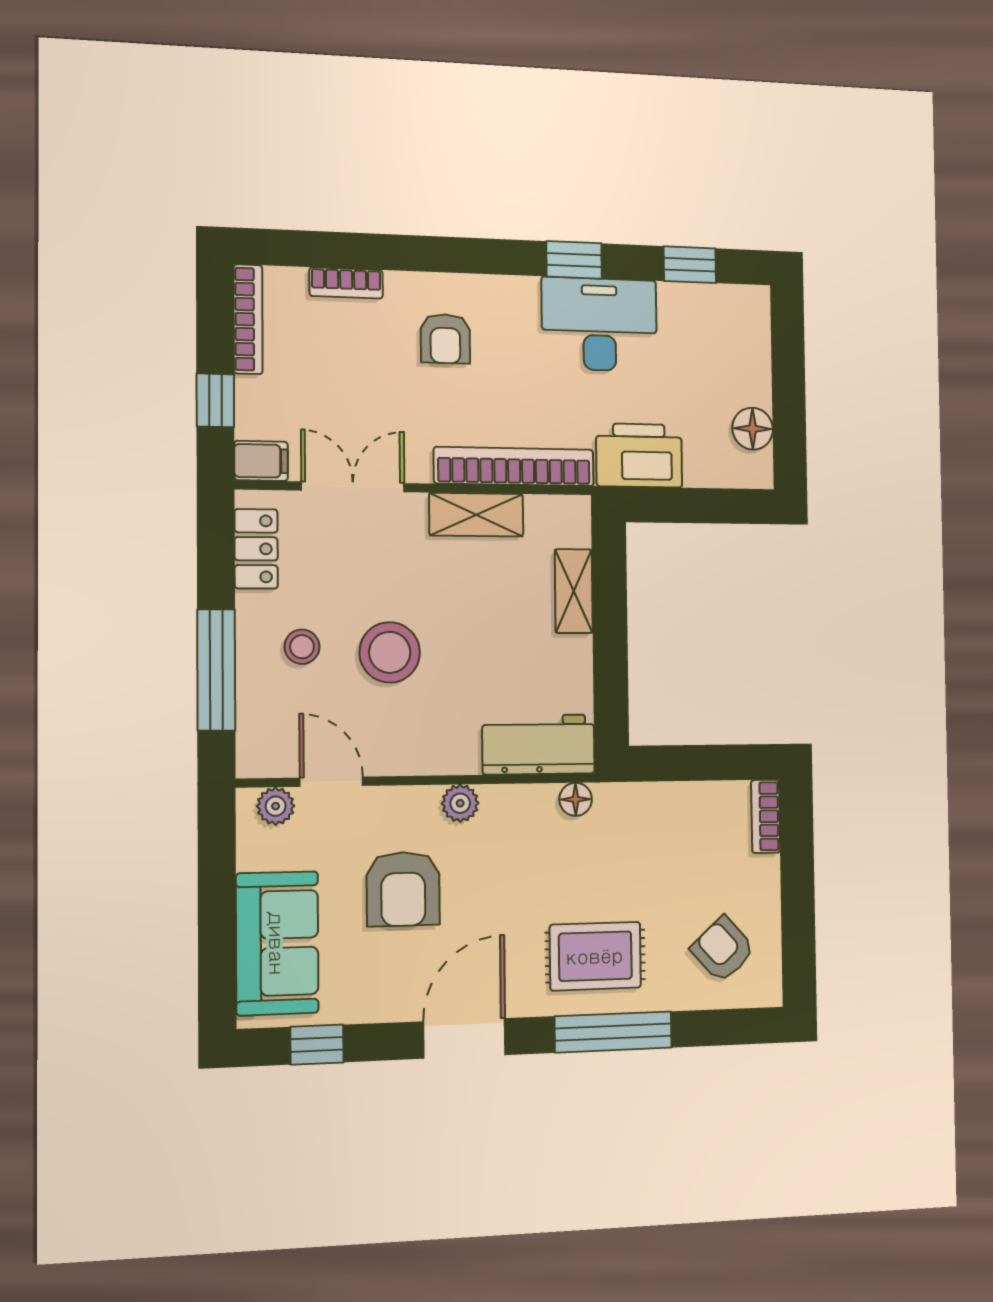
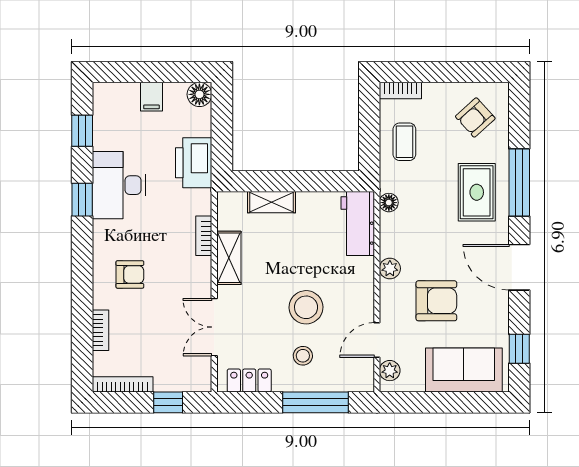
floor lamp: (753, 429) -> (199, 94), moved
filing cabinet: (261, 461) -> (151, 97), moved, turned 180
bookcase: (514, 467) -> (204, 236), width x0.43, depth x0.76
coffee table: (680, 825) -> (404, 142), added

